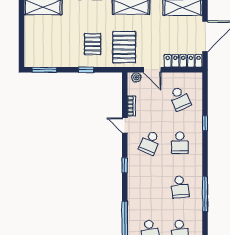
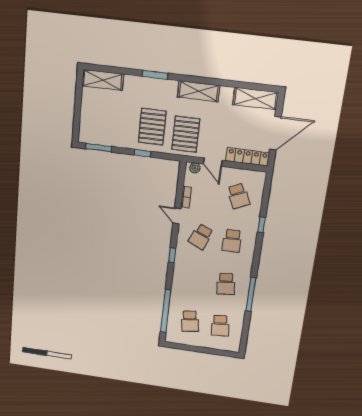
pallet: (93, 44) -> (152, 127), width x1.50, depth x1.42

